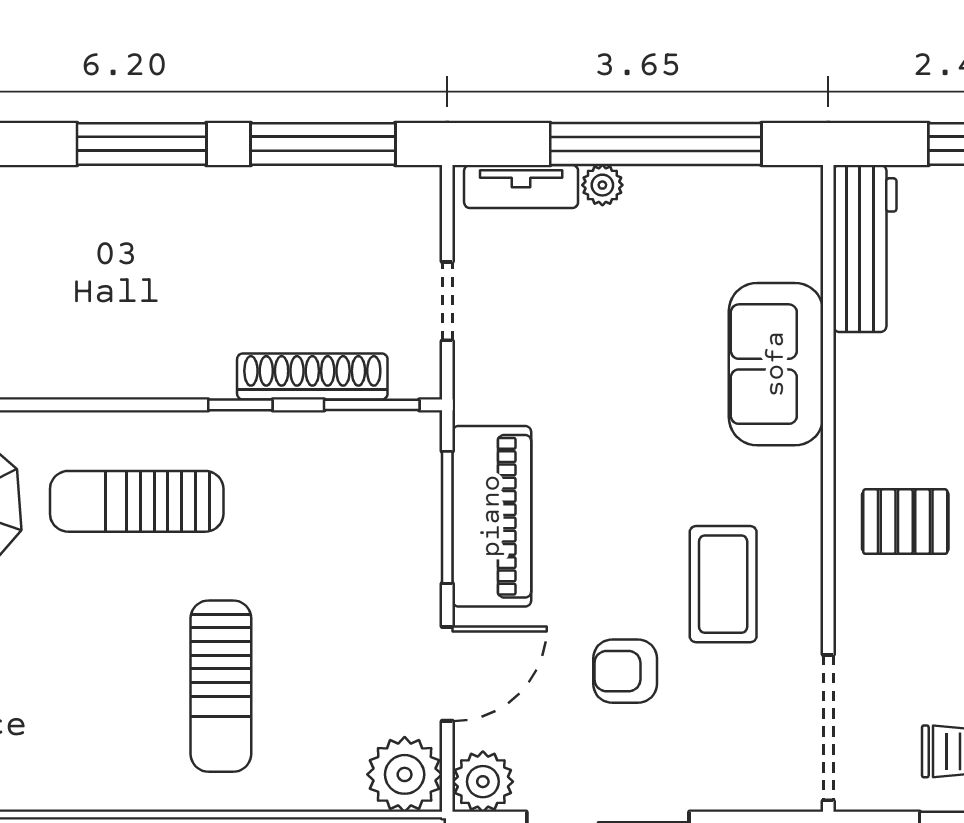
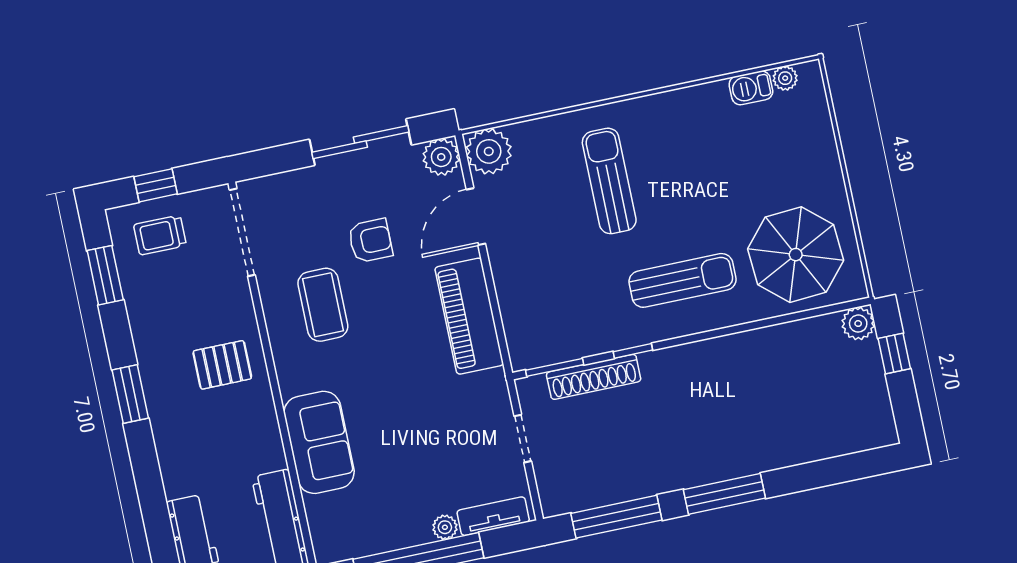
window: (447, 517) -> (496, 310), removed

